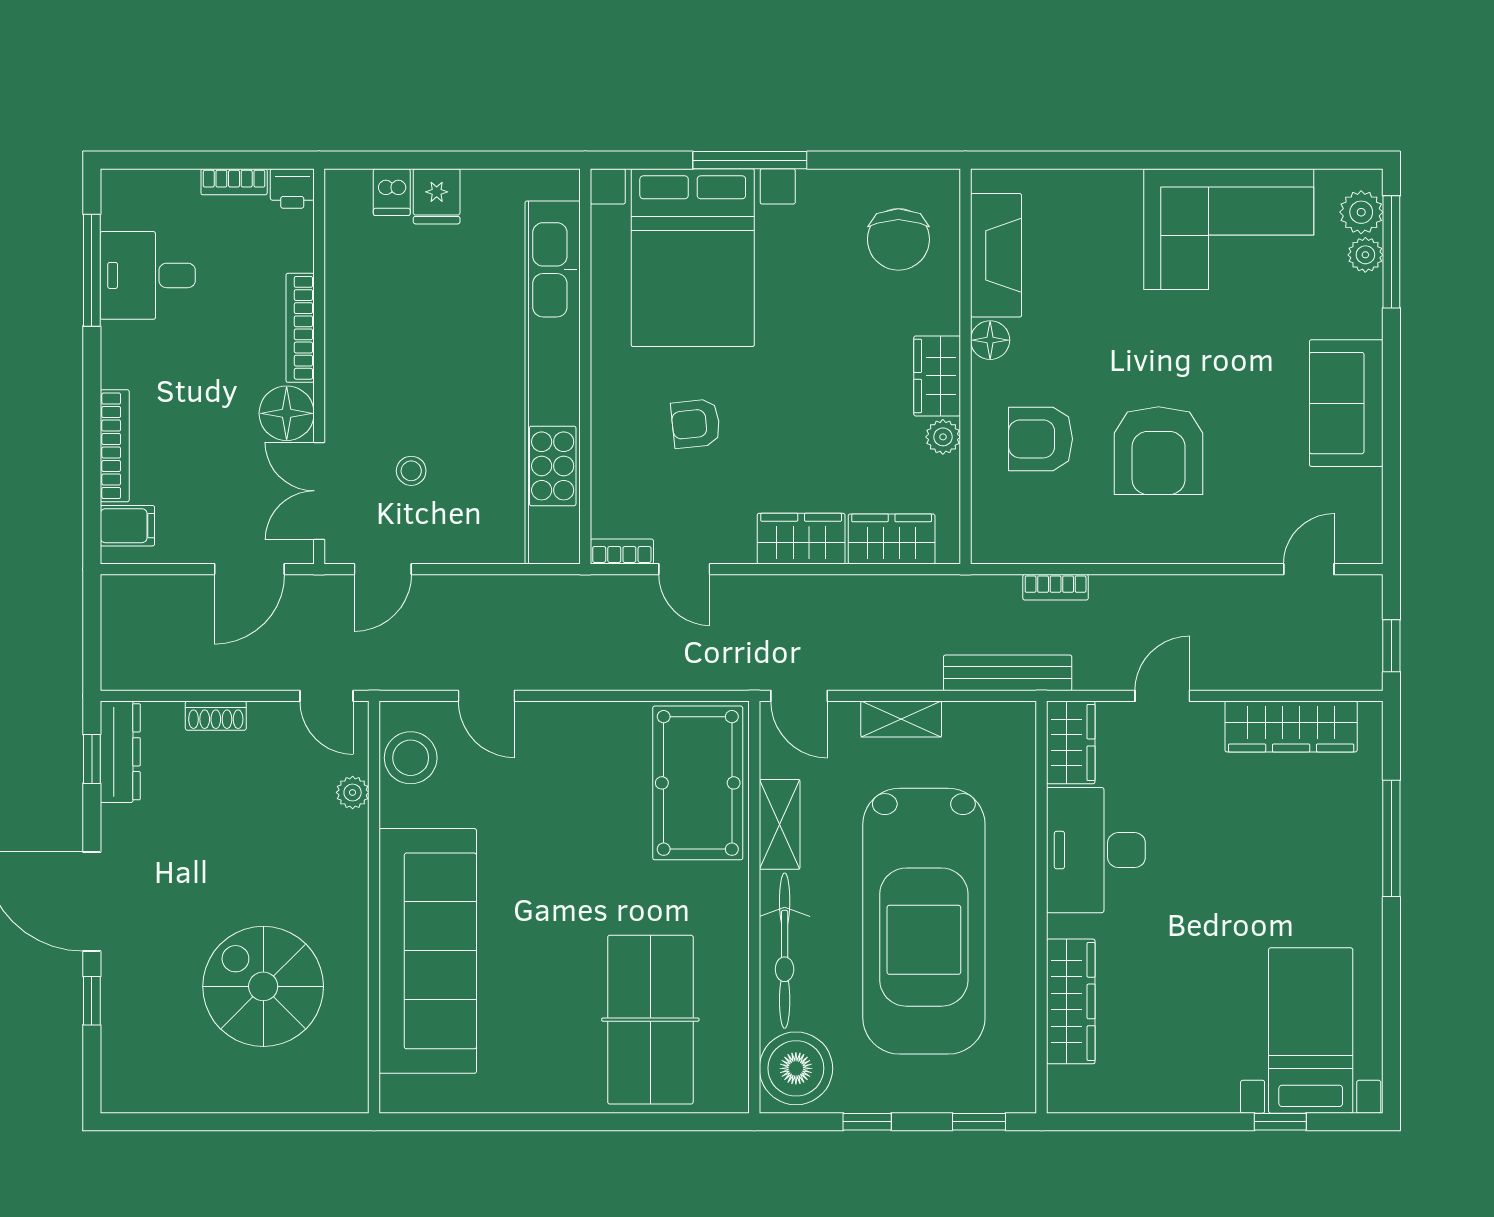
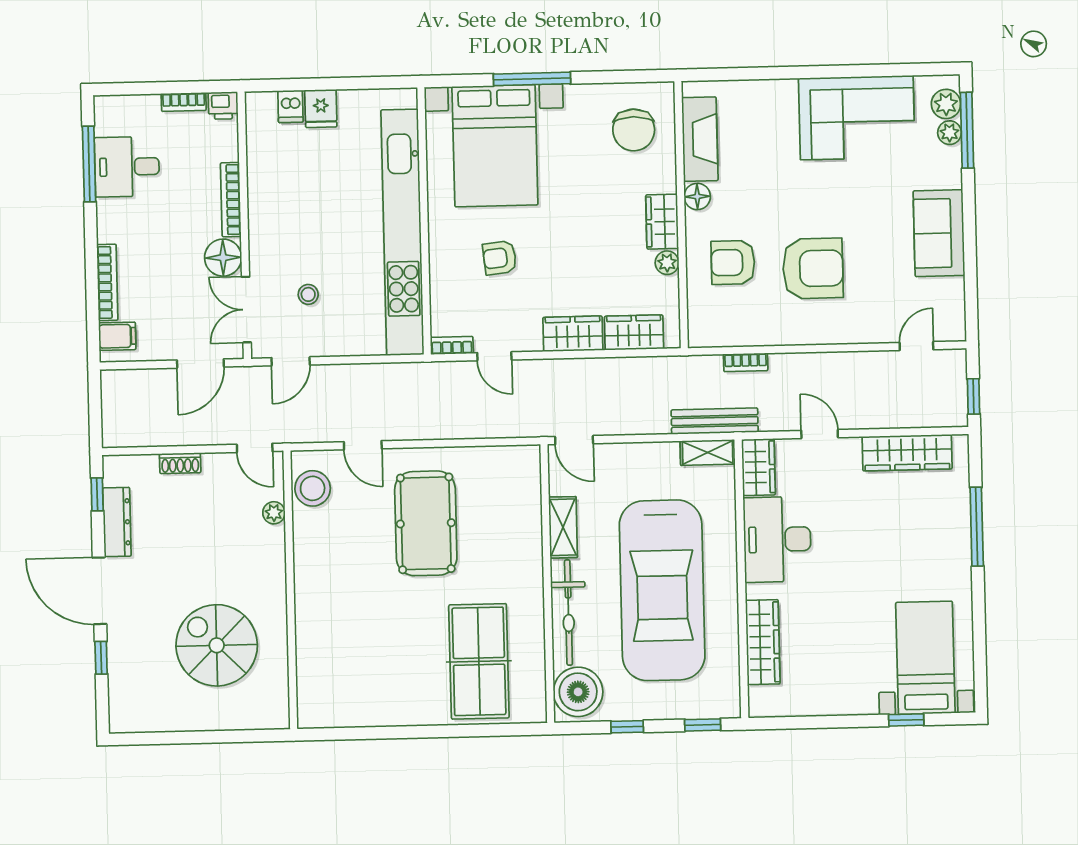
armchair: (1159, 451) -> (813, 268), turned -90
door: (1162, 696) -> (820, 434), hinge flipped
shelving: (901, 719) -> (708, 453), moved
dresser: (120, 752) -> (117, 522), moved
pool table: (698, 783) -> (426, 523), moved
sofa: (428, 951) -> (327, 619), removed

